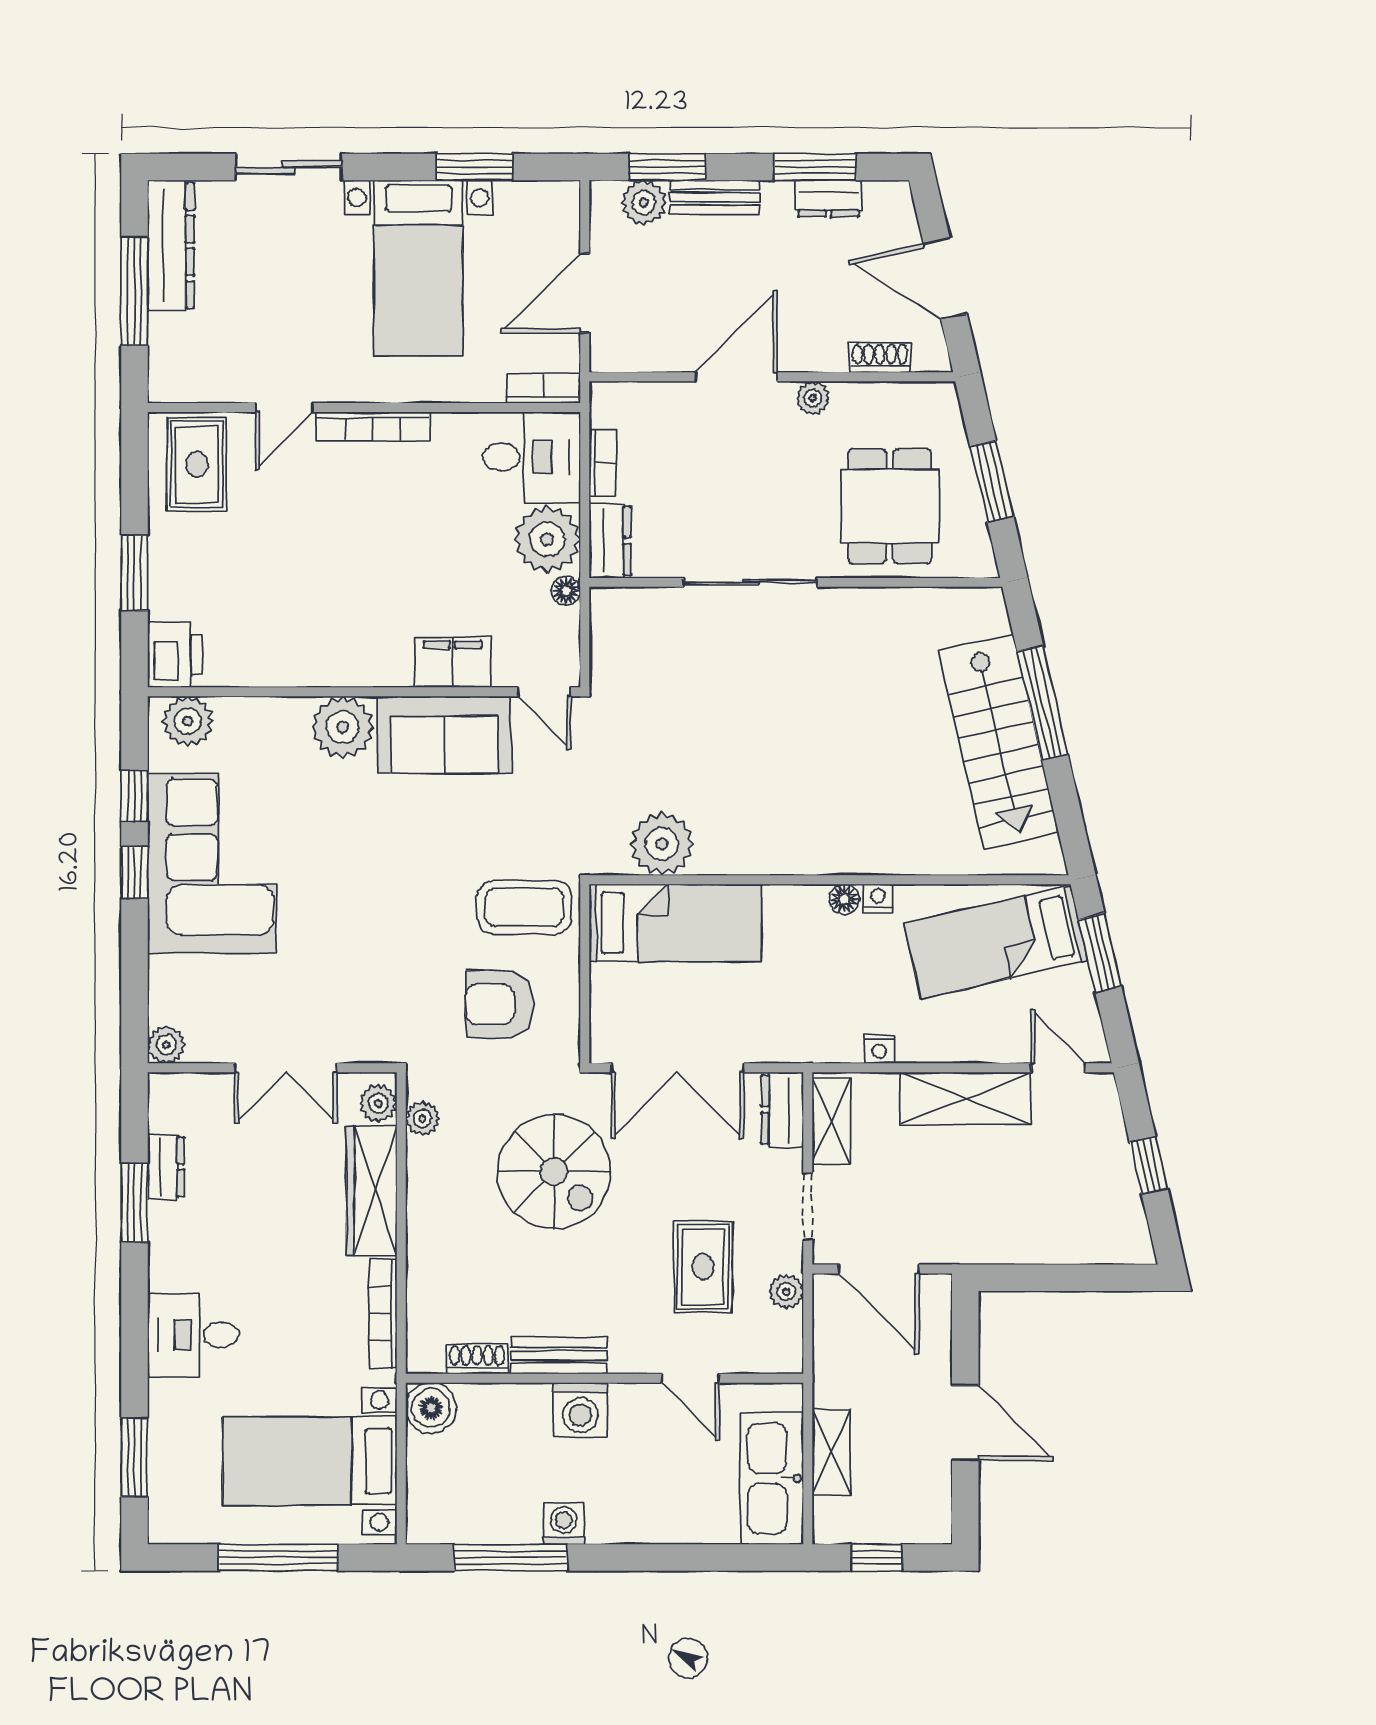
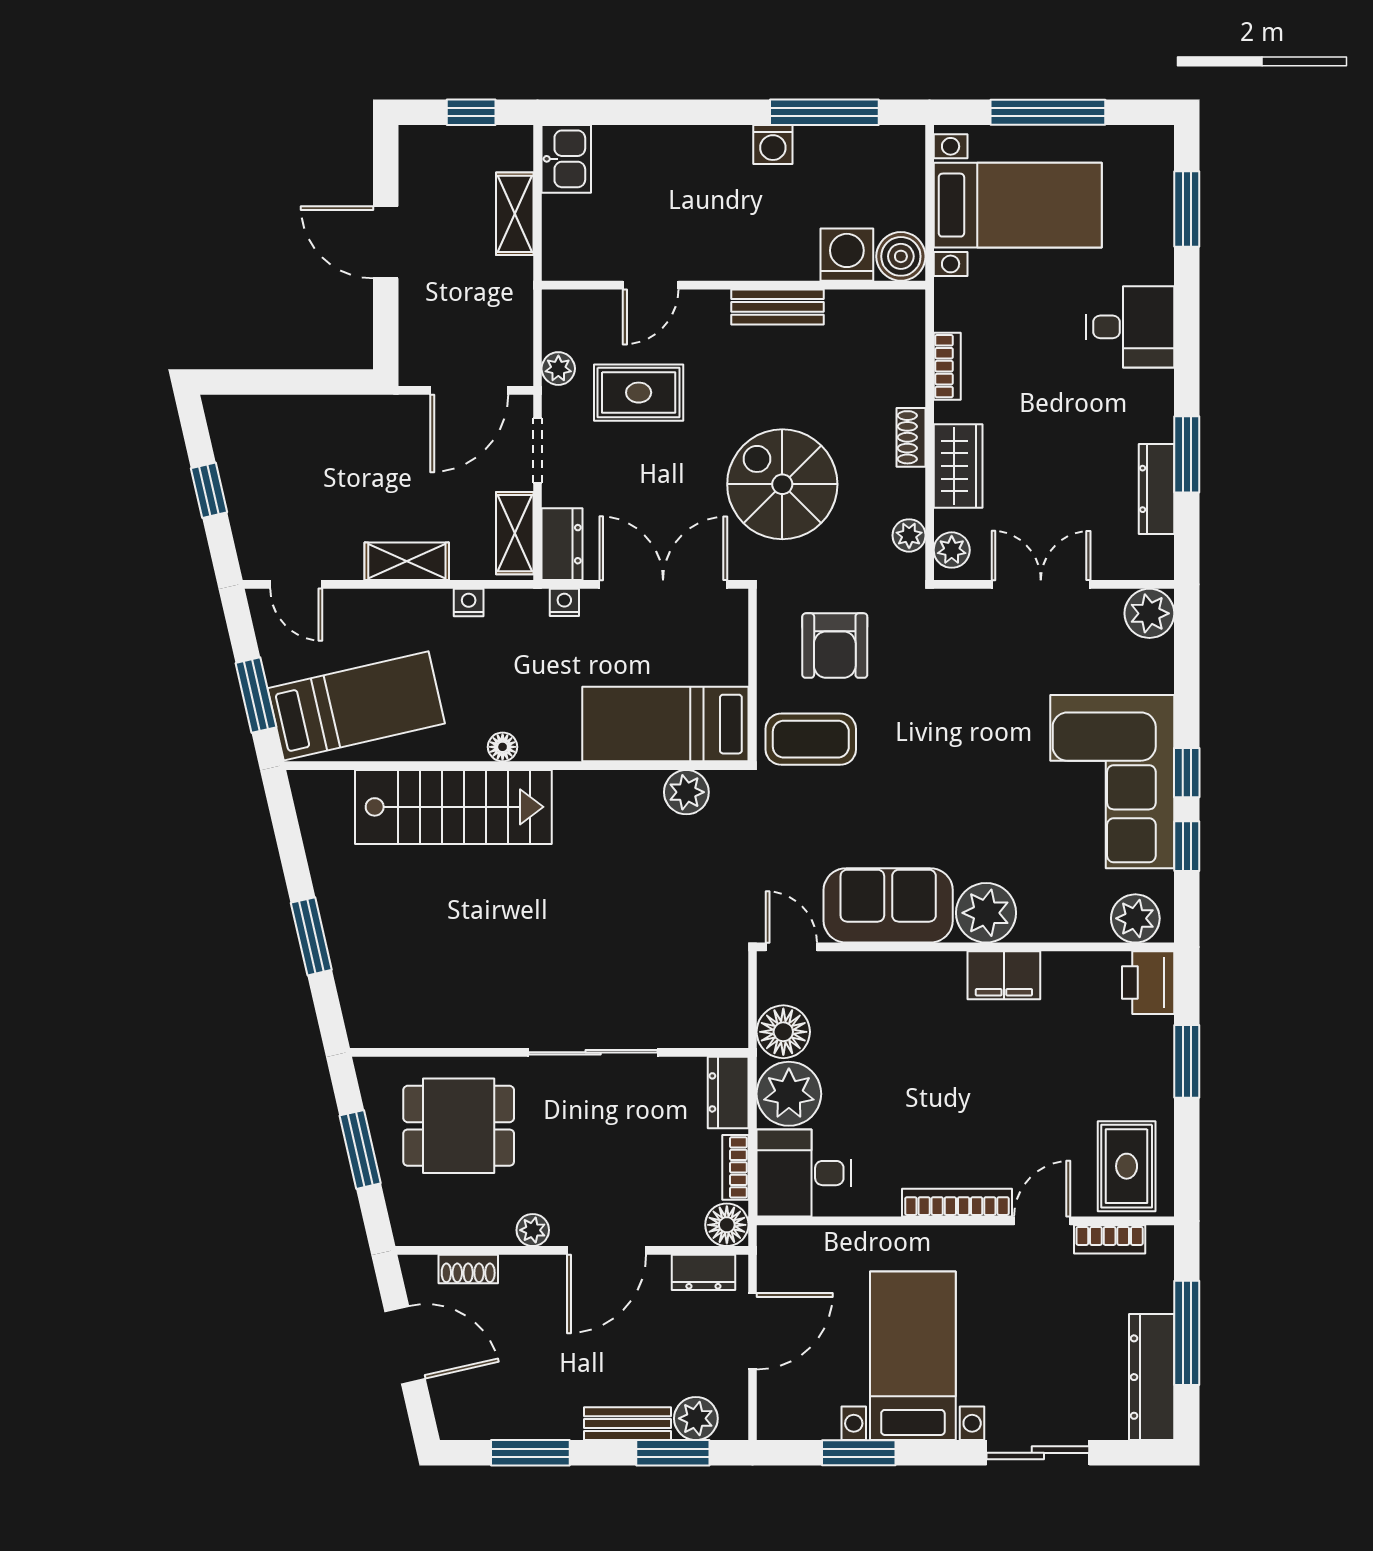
dresser: (828, 198) -> (703, 1272), moved, turned 180
bookcase: (544, 388) -> (1110, 1239), moved
floor lamp: (611, 404) -> (727, 1225), added
dining table: (890, 506) -> (459, 1126), turned 90
floor lamp: (566, 591) -> (783, 1032), width x1.89, depth x1.89
filing cabinet: (452, 662) -> (1004, 975), moved
window: (1043, 703) -> (311, 936), width x0.69
stairs: (999, 742) -> (453, 807), moved, turned 103
plant: (662, 844) -> (686, 792), width x0.73, depth x0.73
nightstand: (878, 898) -> (564, 602), moved, turned 180
armchair: (499, 1004) -> (835, 646), turned 90
plant: (166, 1045) -> (1149, 613), width x1.38, depth x1.38
shelving: (965, 1098) -> (407, 561), width x0.67, depth x0.75
dresser: (166, 1167) -> (1156, 489), width x1.44
wardrobe: (372, 1191) -> (958, 466), width x0.67
rug: (703, 1267) -> (639, 393), turned 90
door: (879, 1269) -> (469, 390), swing flipped
bookcase: (383, 1314) -> (947, 366), width x0.64
shoe rack: (477, 1359) -> (911, 437), moved, turned 90
door: (691, 1378) -> (651, 285), swing flipped
washing machine: (580, 1410) -> (847, 255), moved
kitchen sink: (772, 1478) -> (566, 159), width x0.53, depth x0.81

